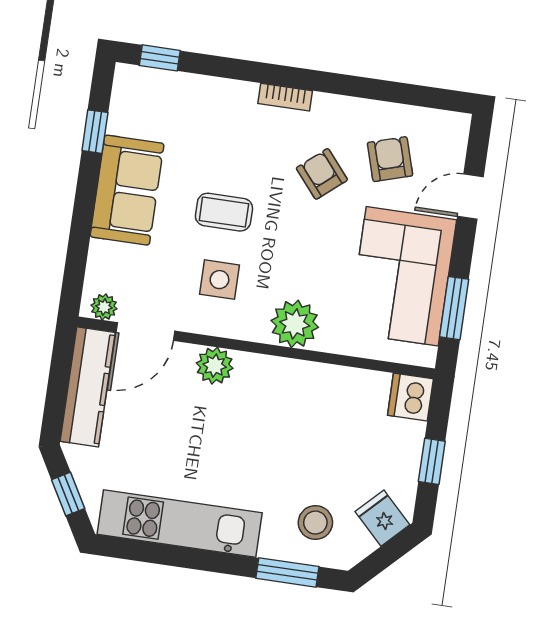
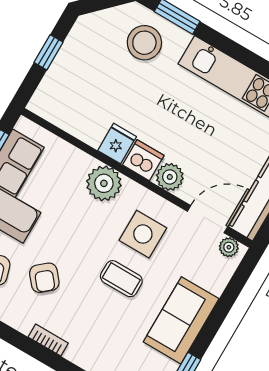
side table: (219, 280) -> (143, 234), width x1.37, depth x1.37
dishwasher: (410, 397) -> (143, 160), moved, turned -90
fridge: (382, 518) -> (117, 144), moved, turned -135
stool: (315, 523) -> (144, 43), width x1.38, depth x1.38

